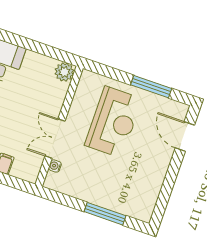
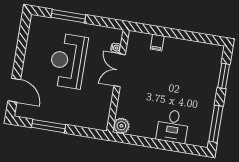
reception desk: (113, 122) -> (68, 61), moved
double door: (55, 139) -> (120, 70), swing flipped

